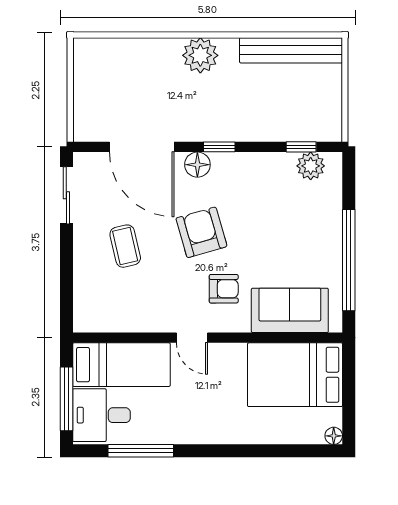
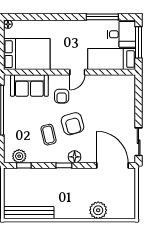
plant: (200, 55) -> (98, 210), moved
door: (142, 147) -> (112, 165), moved
coffee table: (125, 246) -> (48, 135), moved
armchair: (224, 289) -> (62, 96), turned -90
door: (192, 338) -> (77, 72), swing flipped

